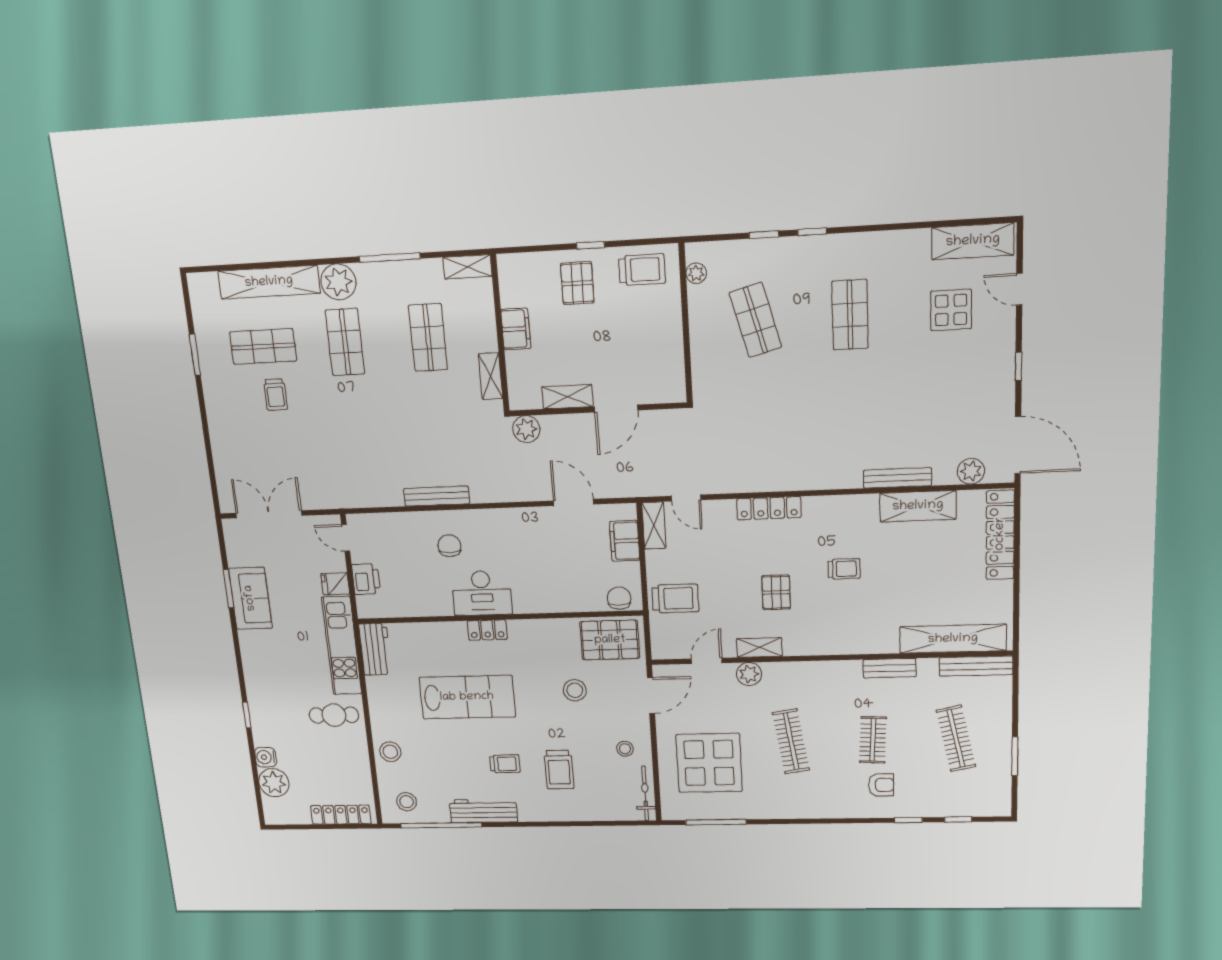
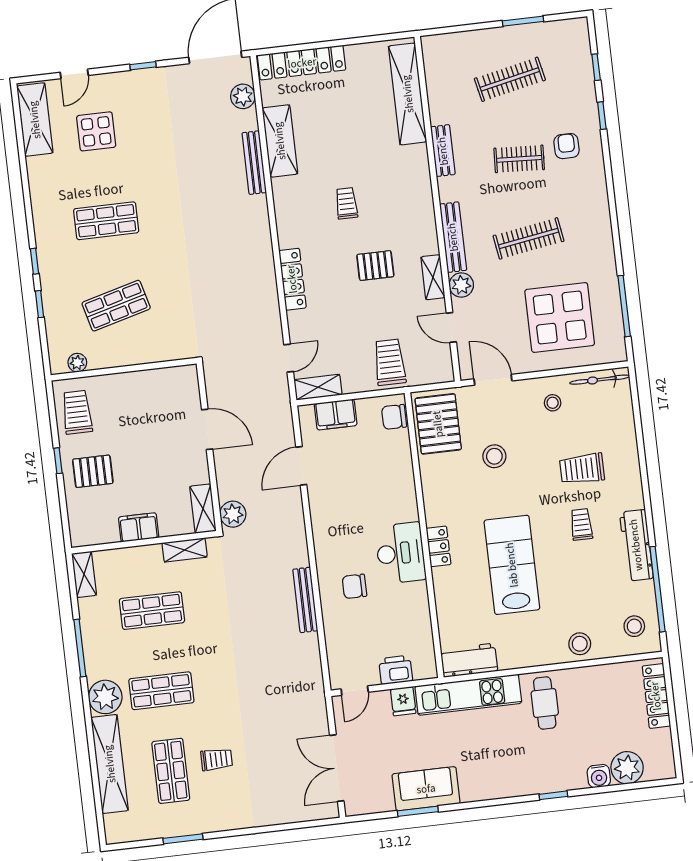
shelving: (567, 397) -> (203, 509), moved
bench: (976, 666) -> (453, 237), moved
trolley: (559, 769) -> (582, 469), turned 180

